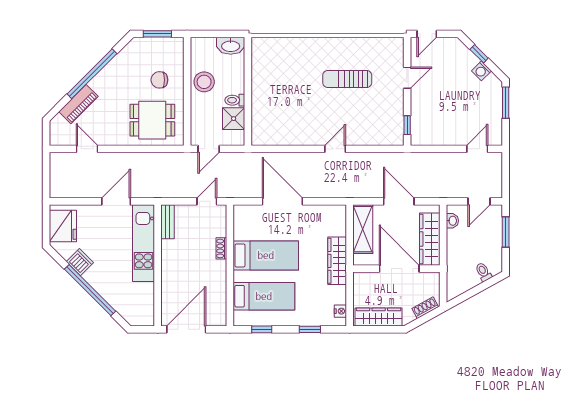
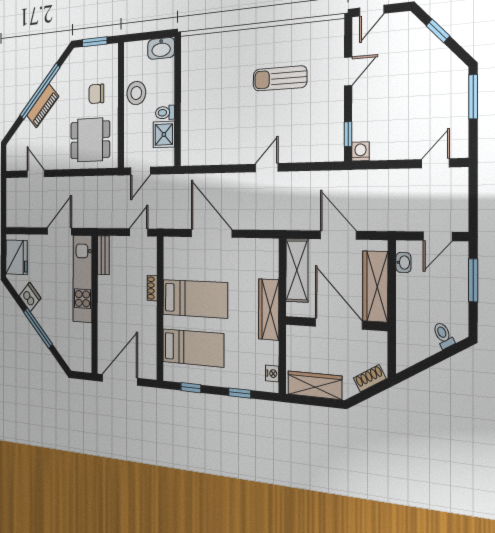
washing machine: (481, 71) -> (360, 151), moved, turned 135
piano: (79, 104) -> (43, 106), moved
window: (90, 290) -> (38, 328), width x0.68

